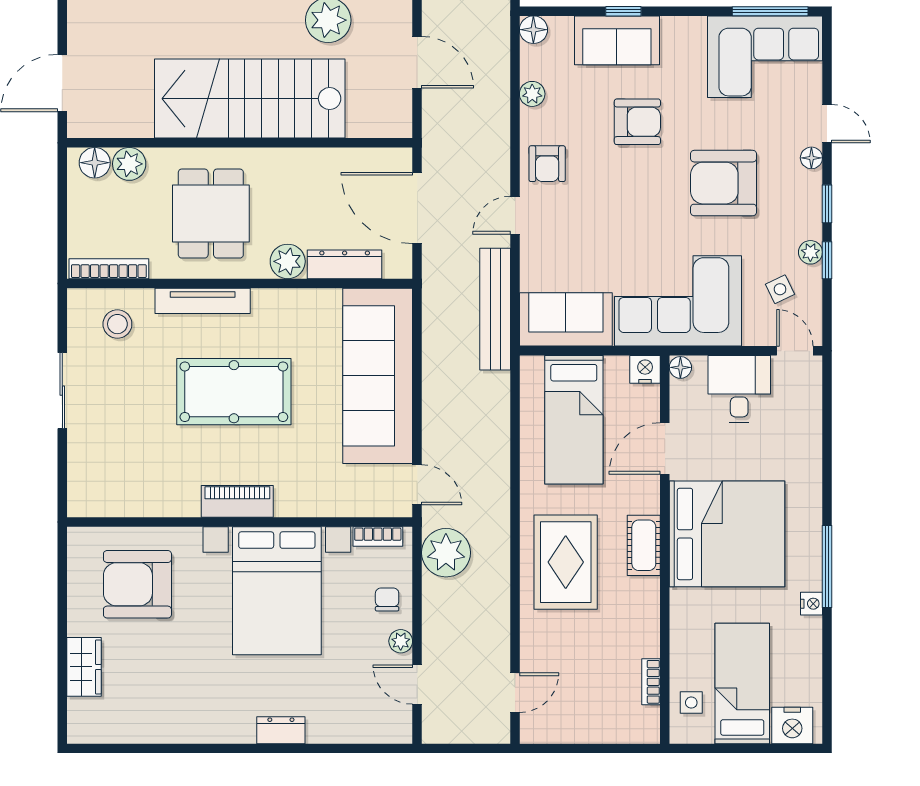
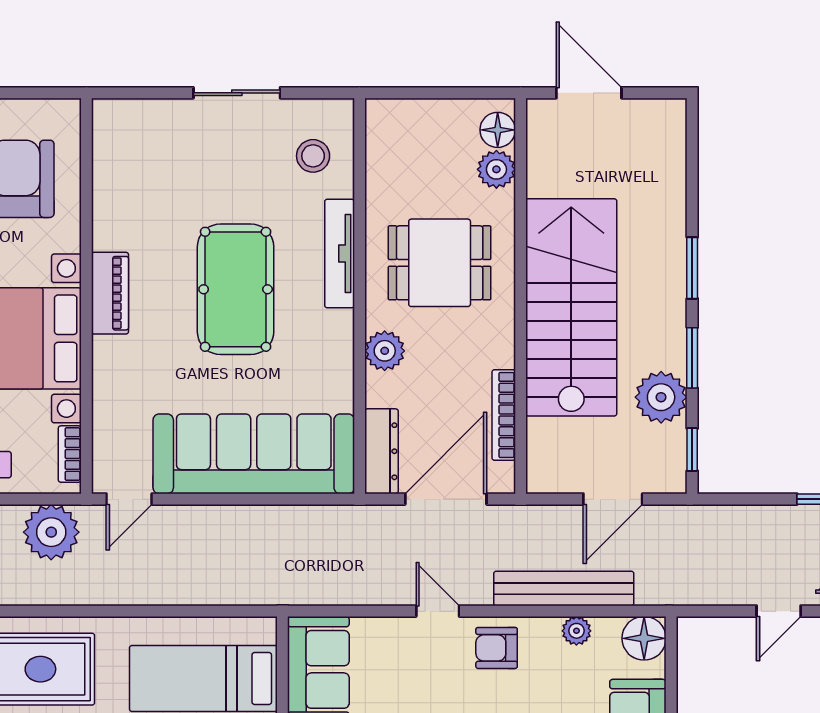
floor lamp: (533, 30) -> (644, 638), width x1.38, depth x1.38
dresser: (345, 264) -> (381, 451), moved
bookcase: (109, 269) -> (504, 415), moved, turned 180
bench: (495, 309) -> (564, 588), moved

